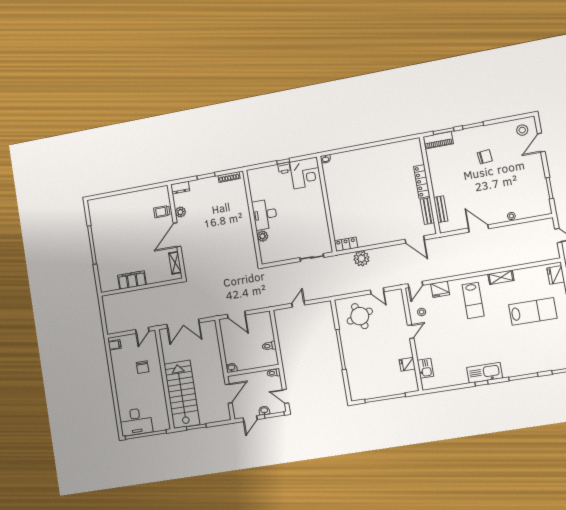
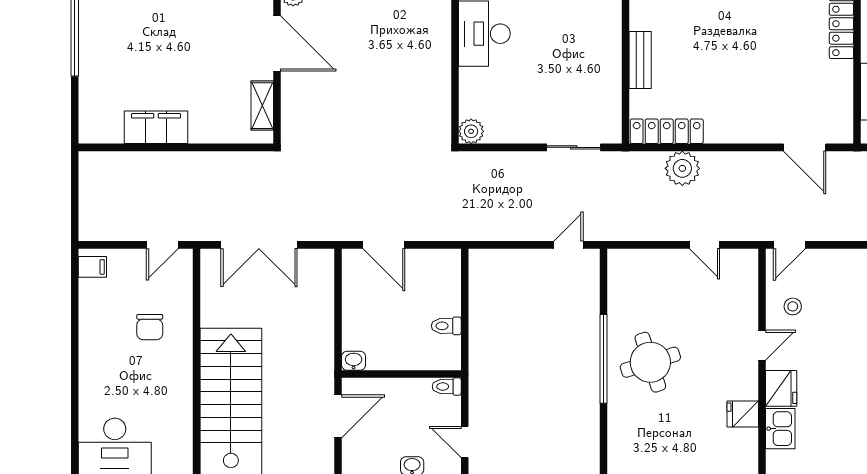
bench: (427, 211) -> (640, 60), moved
door: (177, 235) -> (277, 44), swing flipped
plant: (262, 236) -> (471, 131), moved
locker: (346, 244) -> (667, 131), width x1.53
fridge: (440, 289) -> (781, 388), moved, turned -90
door: (298, 304) -> (569, 245), moved
round table: (360, 316) -> (650, 362), moved

